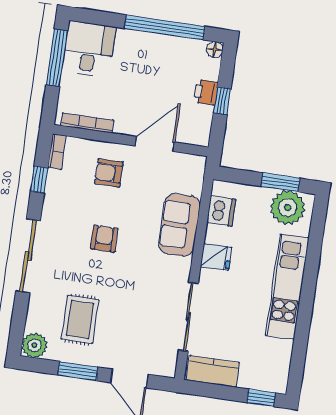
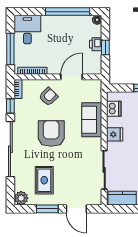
window: (57, 58) -> (10, 49), moved
armchair: (109, 173) -> (48, 97), turned 135
armchair: (104, 239) -> (51, 133), width x1.88, depth x1.88
sliding door: (28, 256) -> (10, 149), width x1.36

